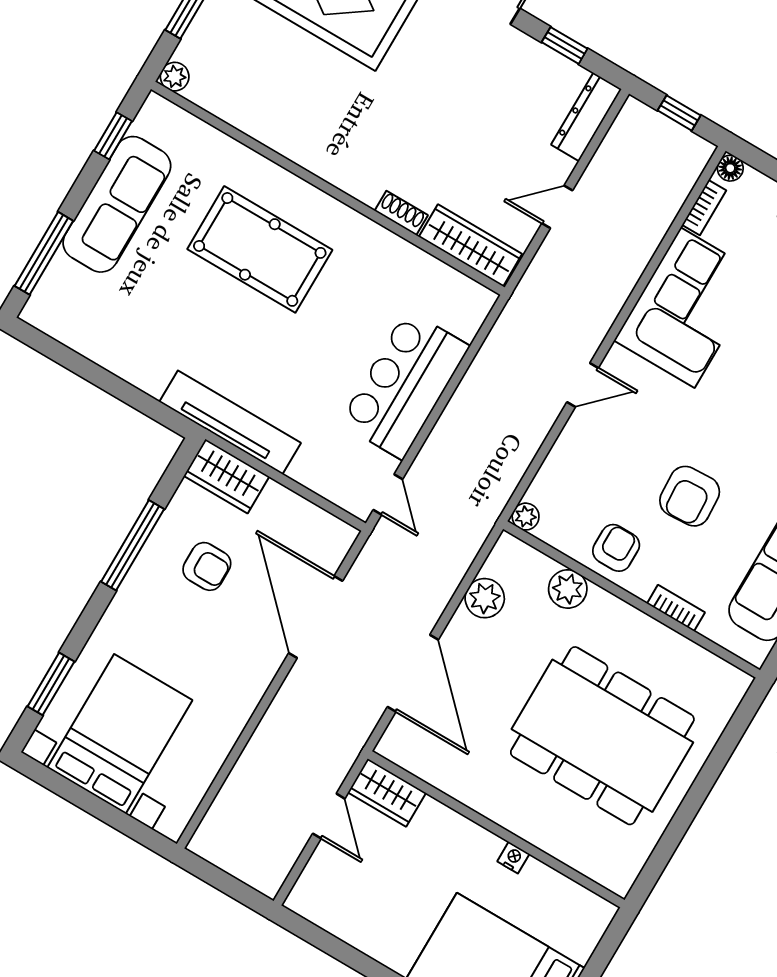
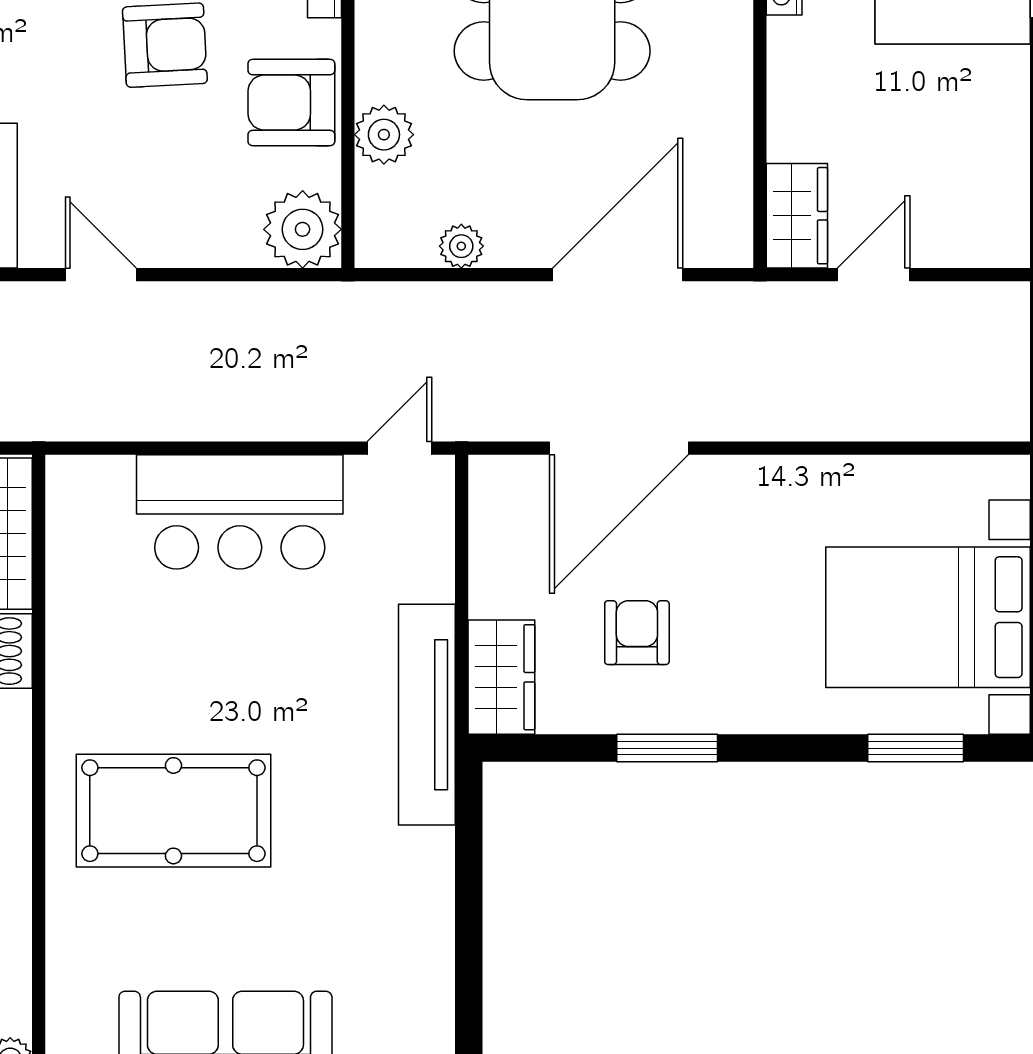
pool table: (260, 249) -> (173, 811), turned 90
plant: (526, 517) -> (303, 229), width x1.88, depth x1.88
window: (133, 545) -> (667, 748), width x0.69
armchair: (616, 548) -> (291, 103), width x1.38, depth x1.38
plant: (485, 598) -> (461, 246), width x0.73, depth x0.73

